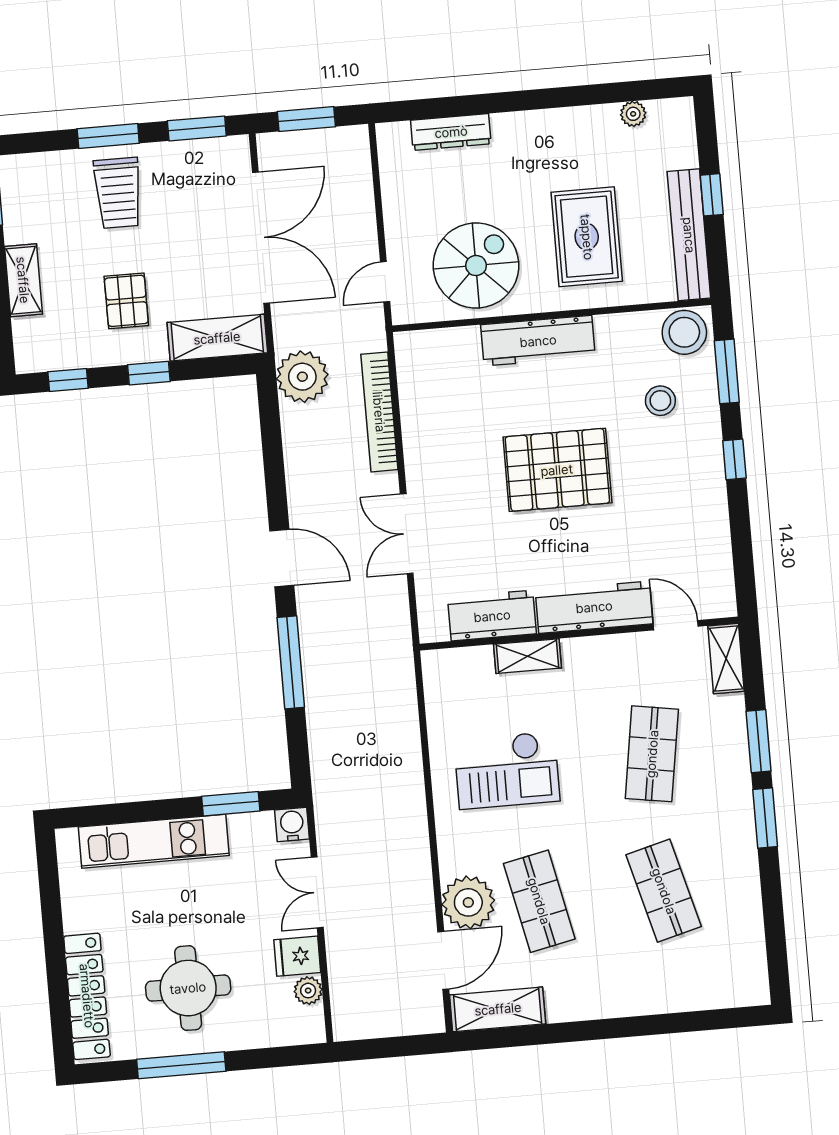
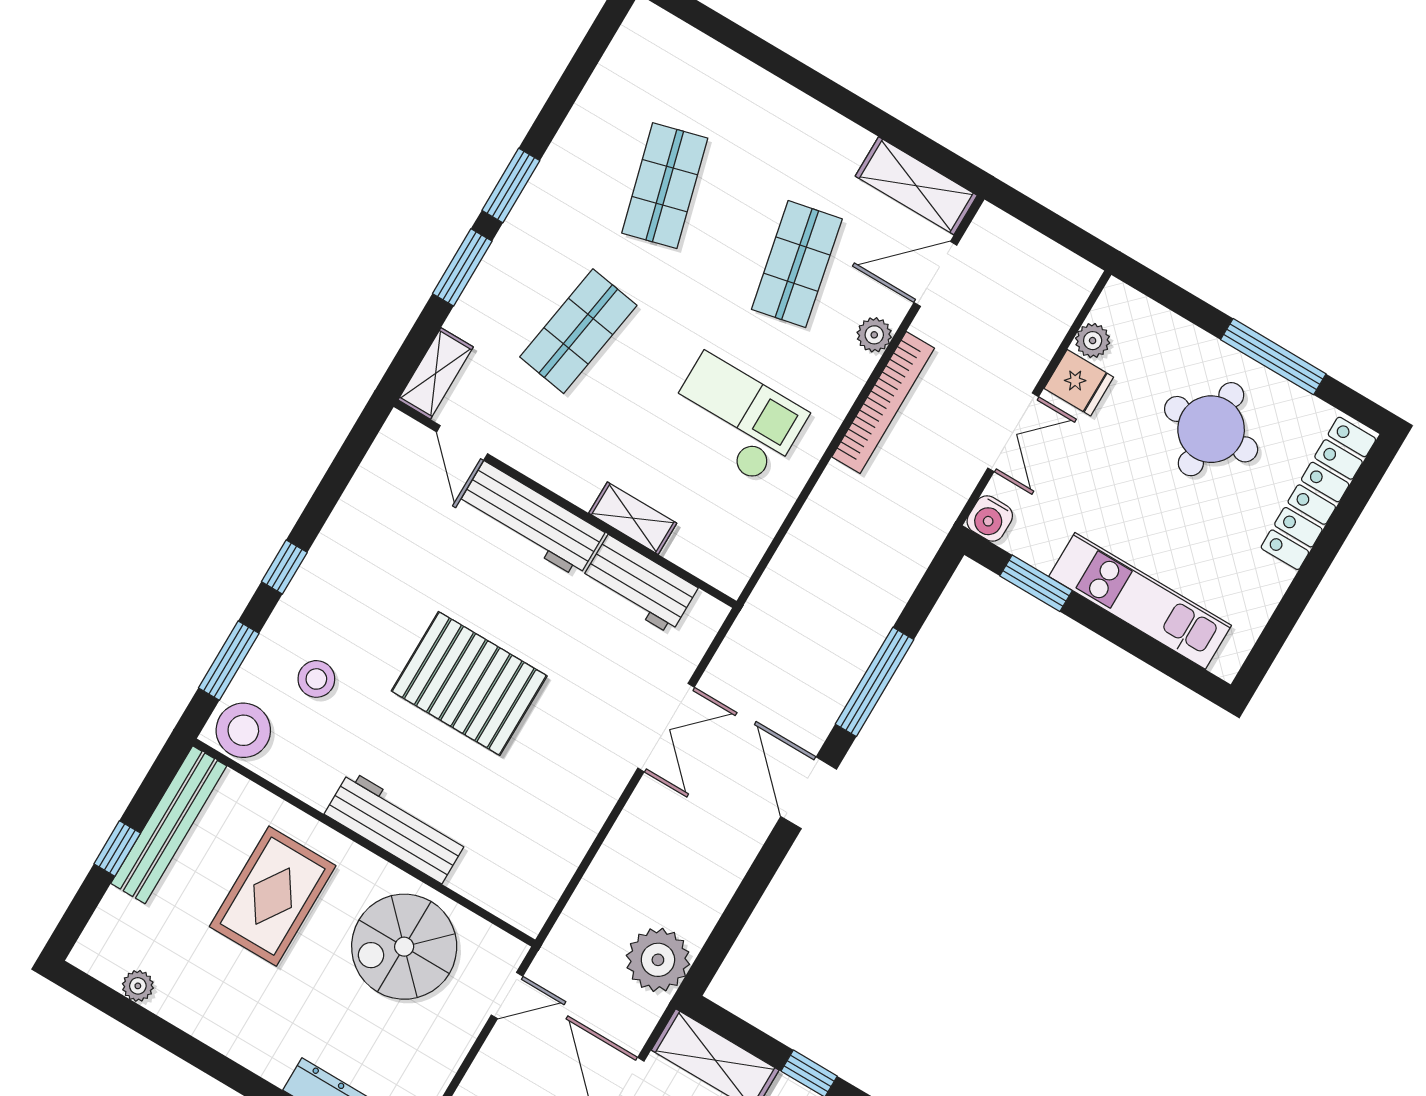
bookcase: (379, 412) -> (883, 402), moved
plant: (468, 902) -> (874, 335), width x0.53, depth x0.53

